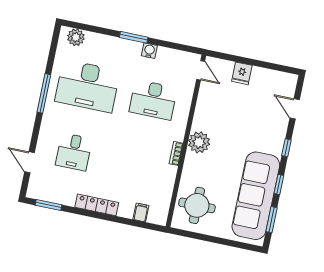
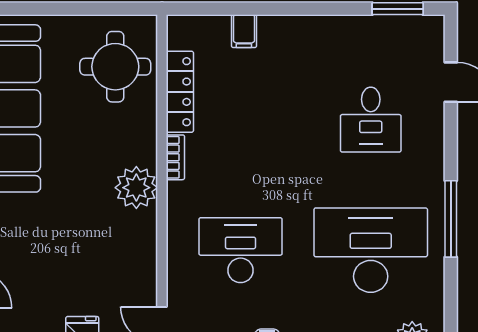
desk: (74, 152) -> (371, 120), turned 180
locker: (97, 205) -> (180, 92), moved, turned -90
filing cabinet: (141, 212) -> (244, 31), moved

